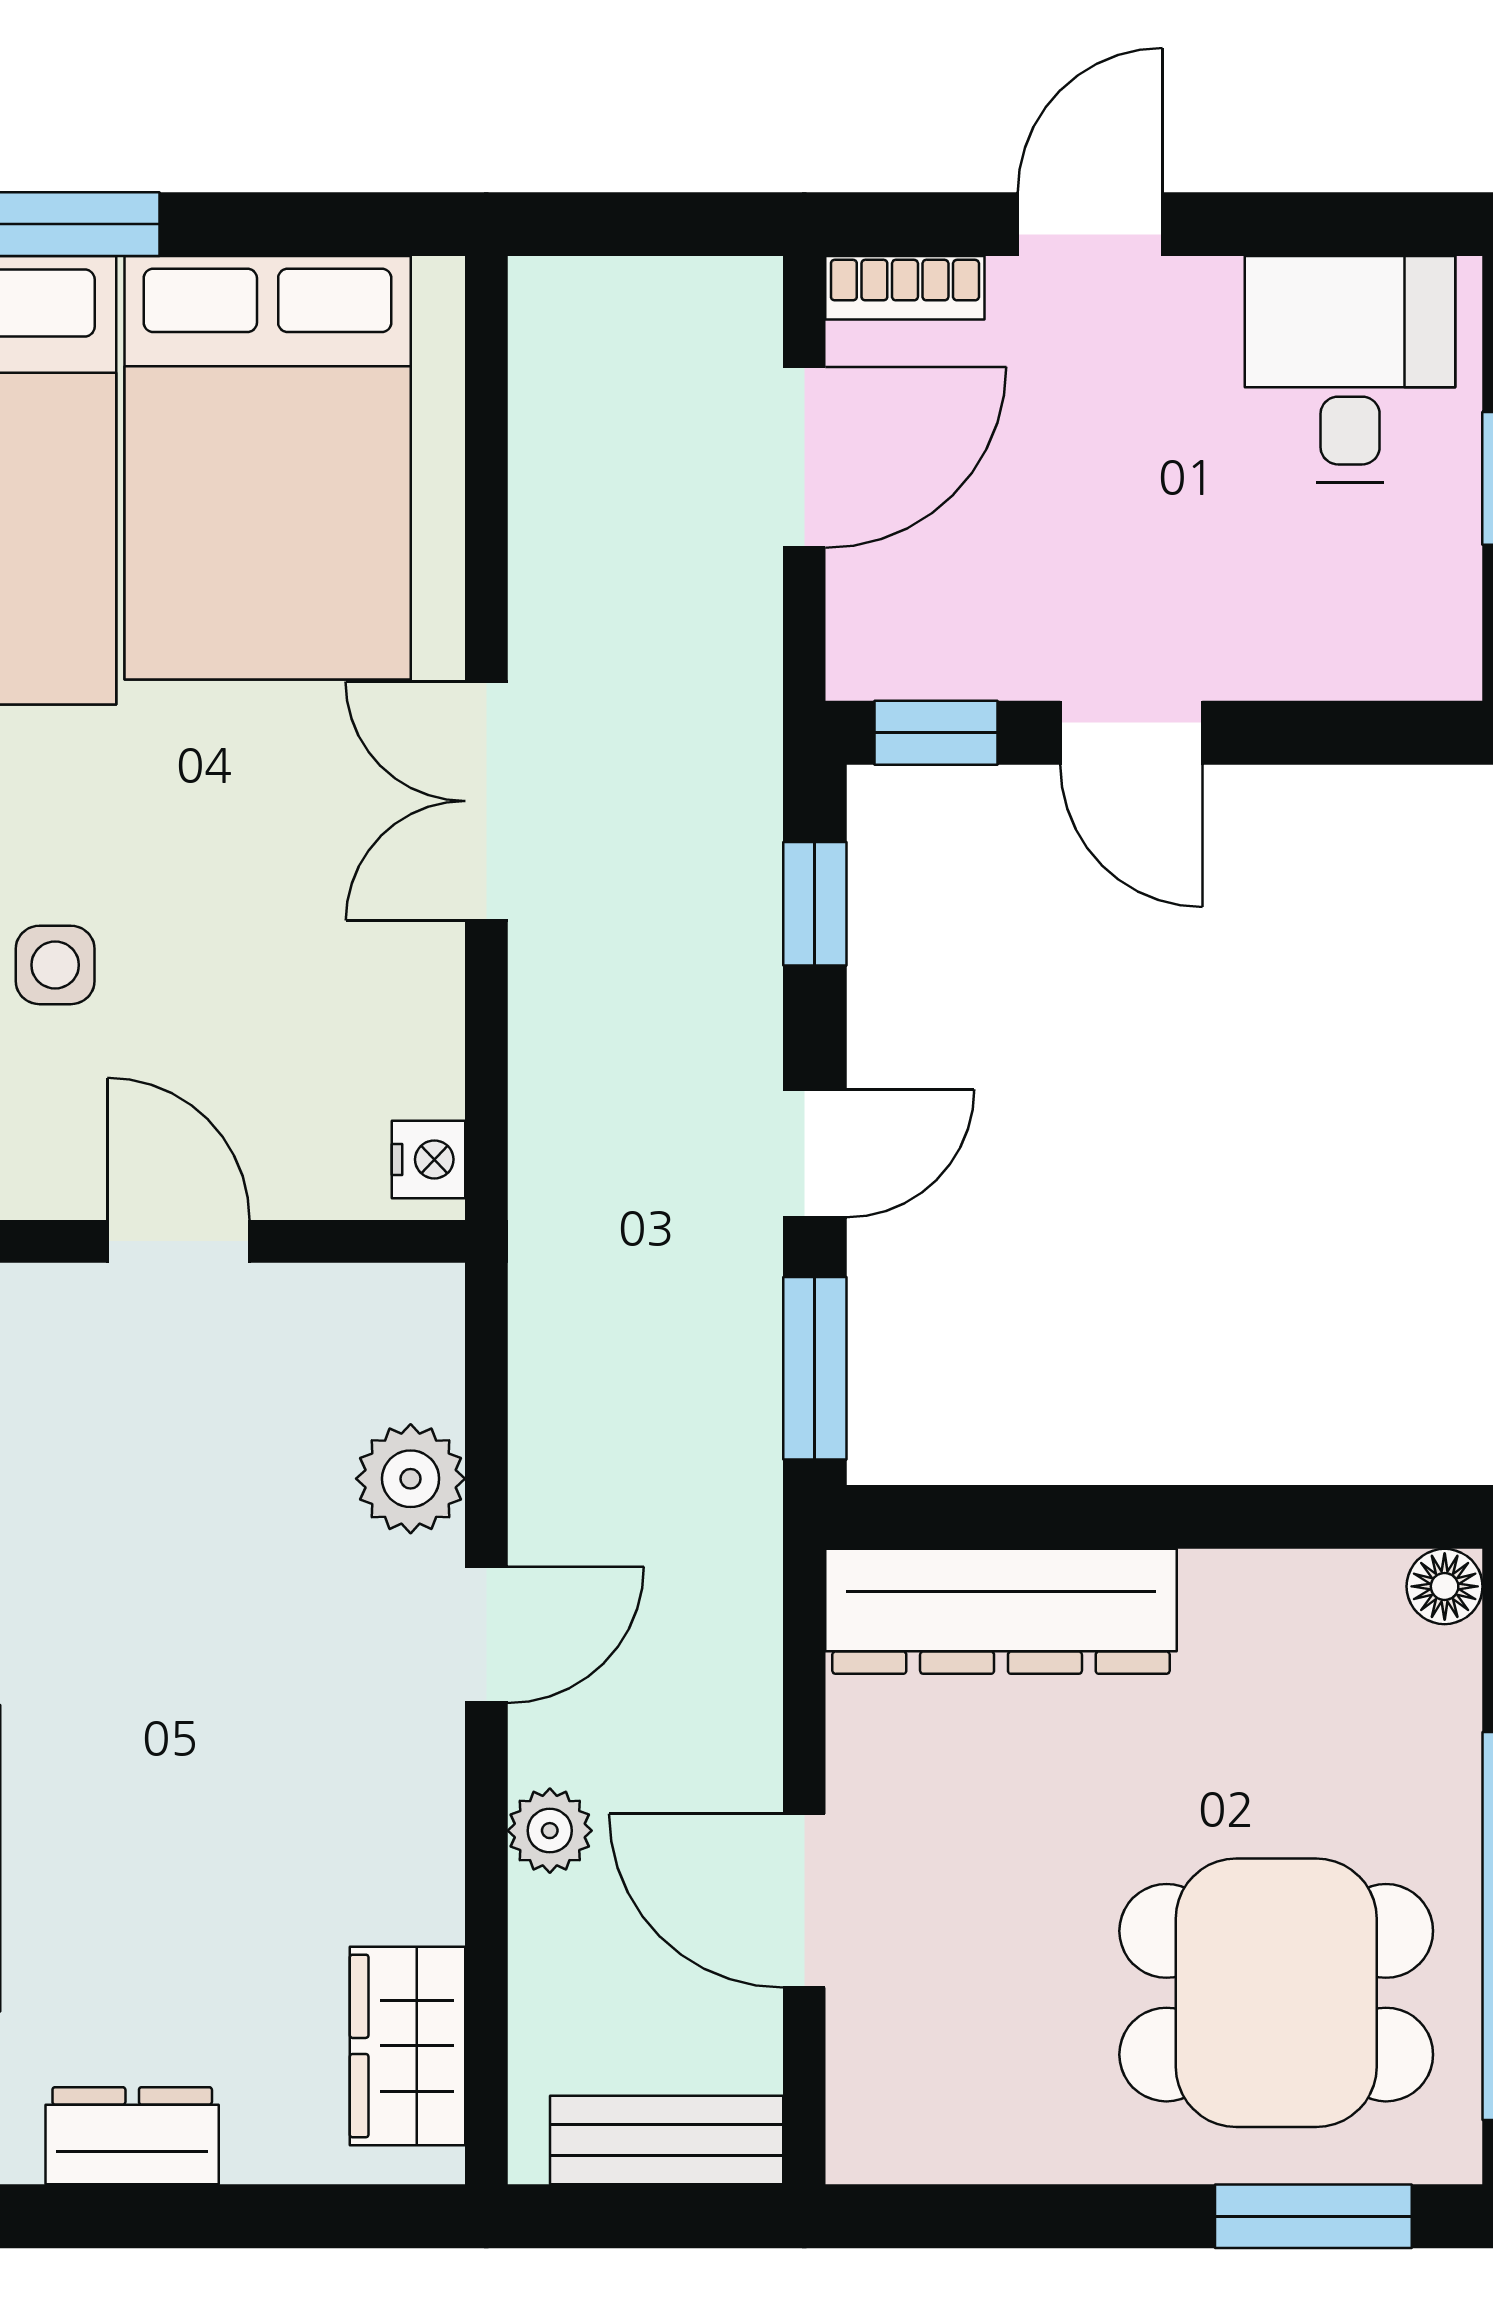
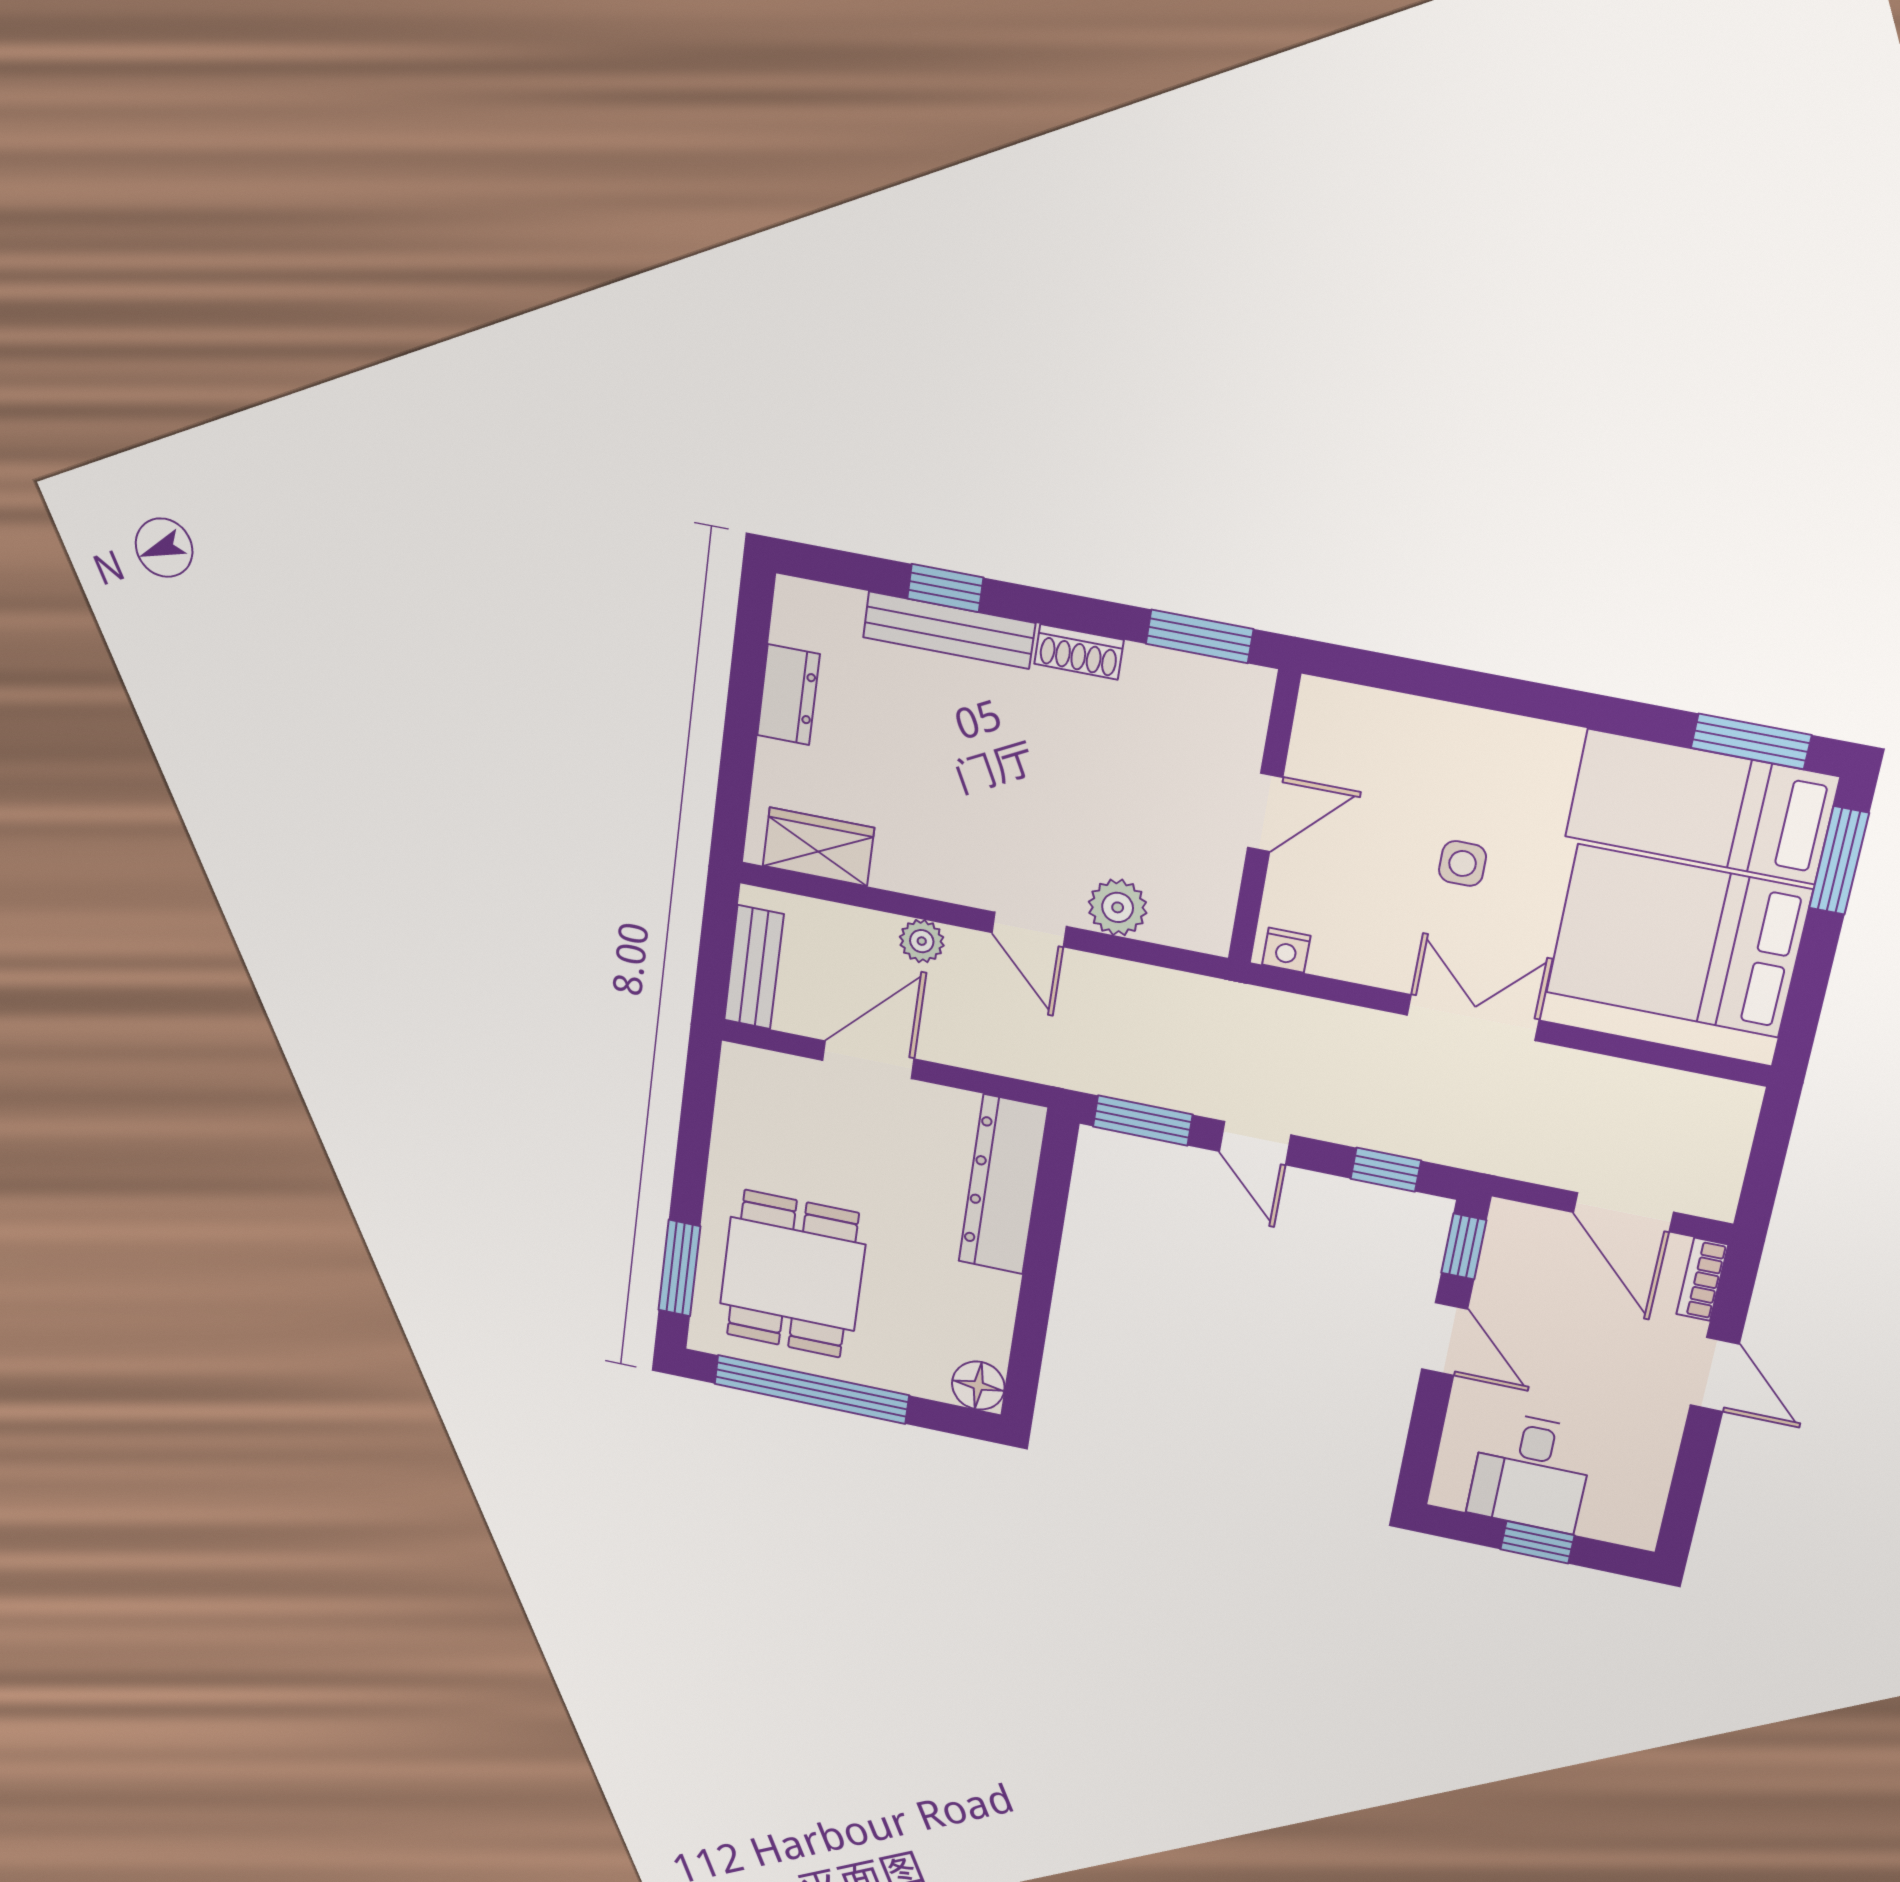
desk: (1350, 369) -> (1531, 1472), moved, turned 90
door: (1131, 733) -> (1445, 1339), swing flipped
side table: (55, 965) -> (1463, 863), moved
floor lamp: (1445, 1586) -> (978, 1386), width x1.37, depth x1.37

